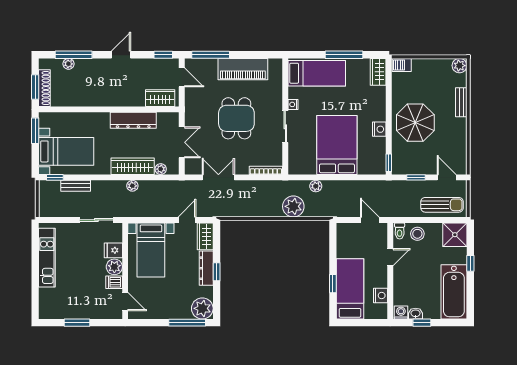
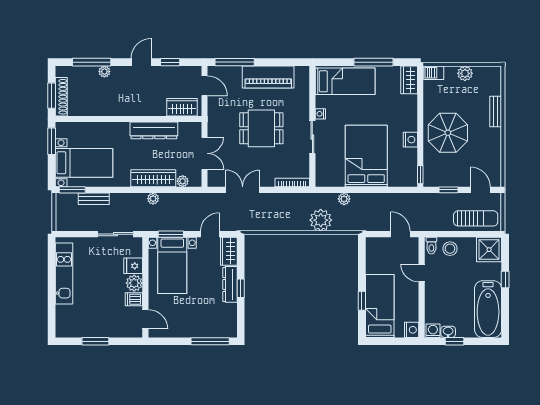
window: (163, 55) -> (170, 62), moved
plant: (69, 64) -> (104, 72), moved
plant: (459, 66) -> (465, 73), moved
dining table: (236, 118) -> (261, 128), turned 90
window: (55, 177) -> (72, 190), width x1.50
window: (150, 220) -> (171, 234), added
door: (390, 257) -> (422, 273), swing flipped
nightstand: (381, 295) -> (412, 330), moved
plant: (202, 308) -> (226, 326), removed

